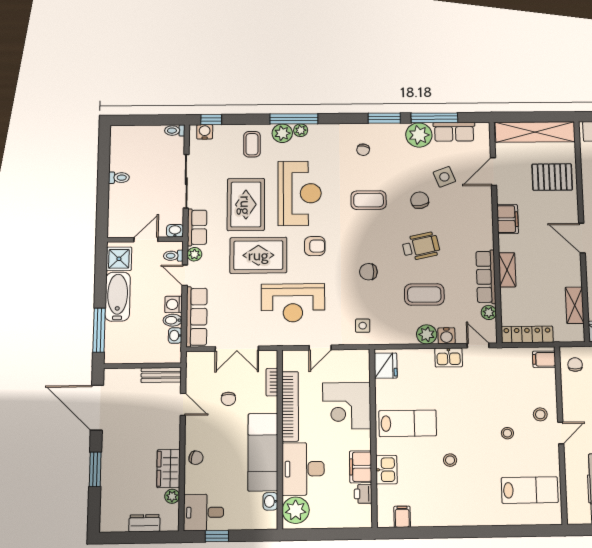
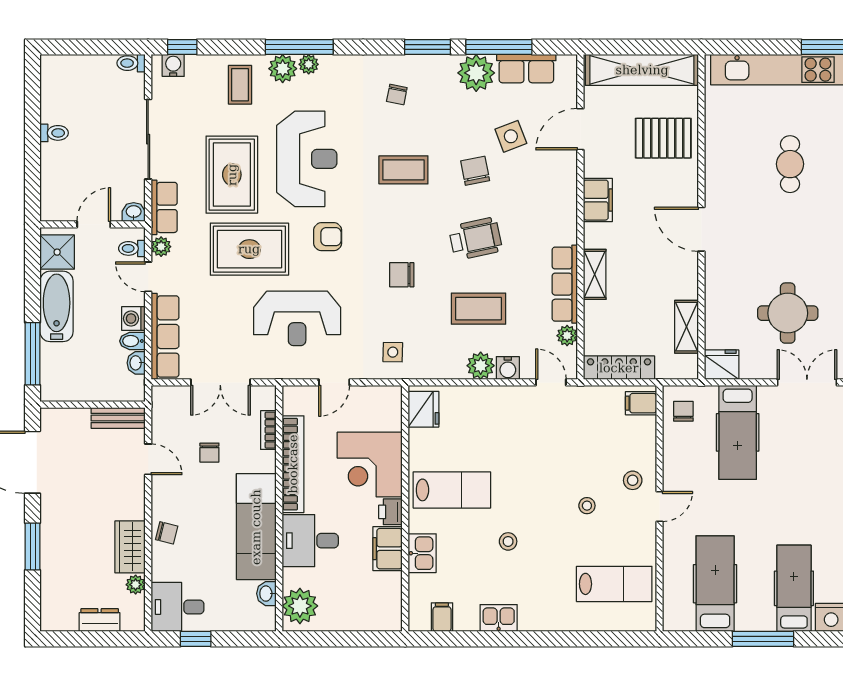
kitchen sink: (449, 357) -> (499, 618), moved, turned 180
desk: (303, 469) -> (310, 541), width x0.73
printer: (363, 494) -> (390, 512), moved

